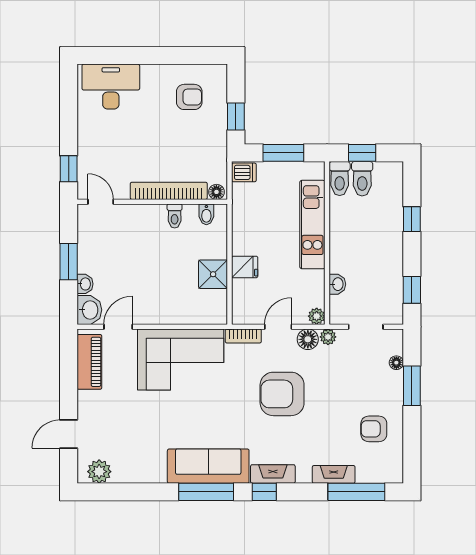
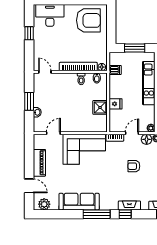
armchair: (189, 97) -> (88, 20), width x1.88, depth x1.88
window: (236, 117) -> (111, 30), removed
window: (69, 169) -> (29, 33), moved
dishwasher: (244, 172) -> (115, 70), moved
washbasin: (89, 310) -> (39, 125), removed
piano: (89, 362) -> (39, 163), moved
armchair: (282, 394) -> (134, 166), width x0.53, depth x0.53
door: (69, 434) -> (29, 186), swing flipped
sofa: (208, 466) -> (79, 202), moved

